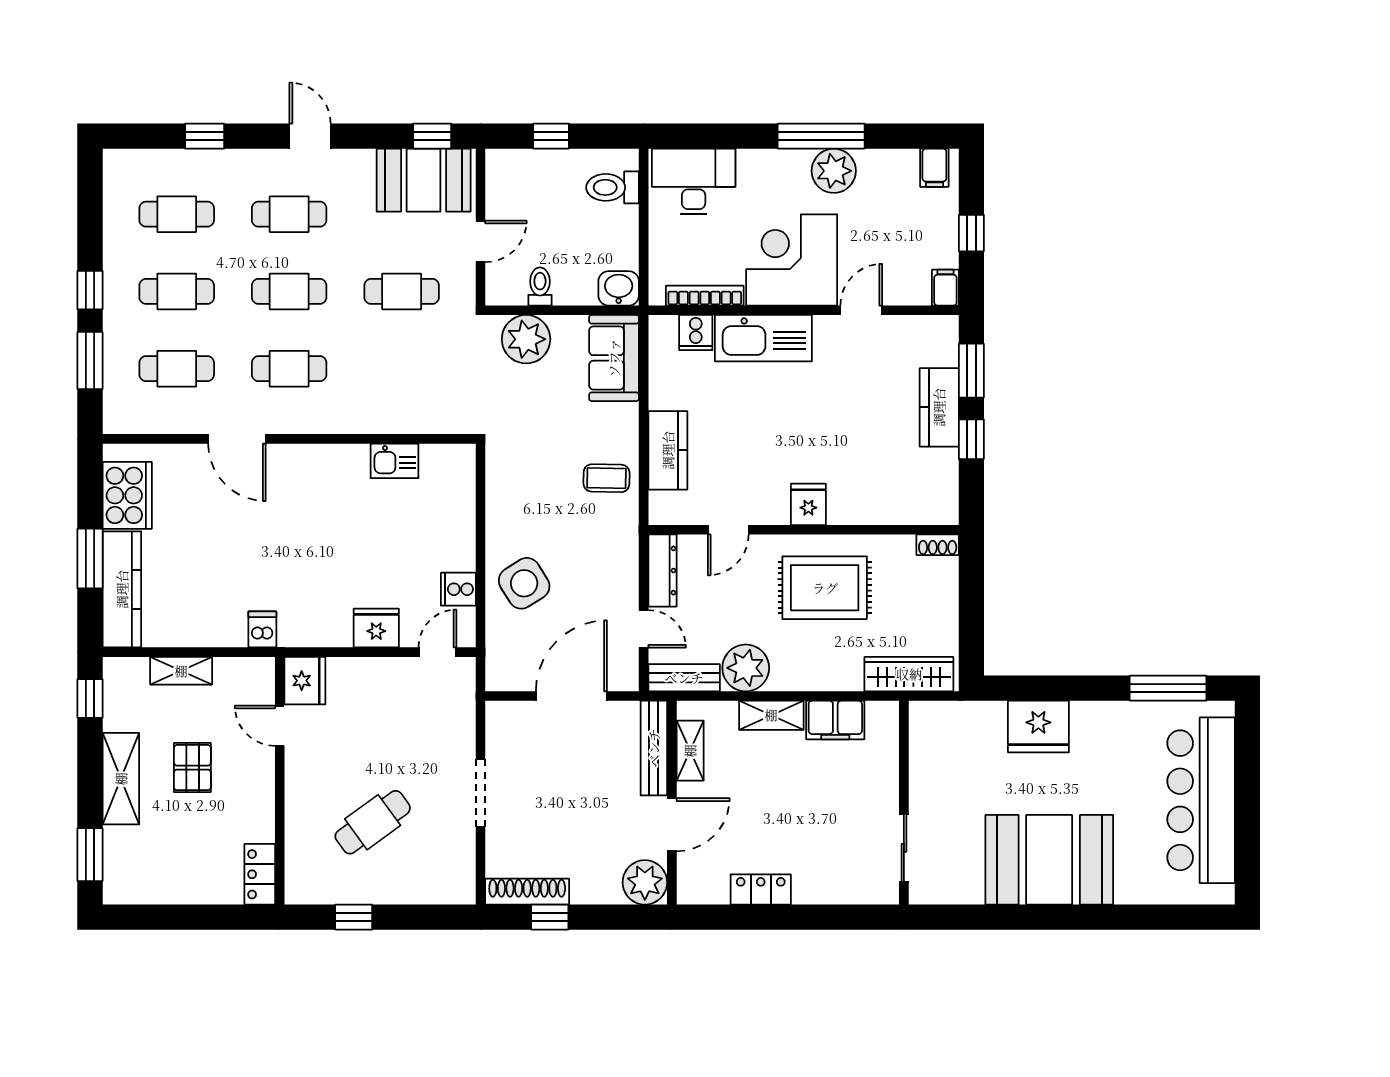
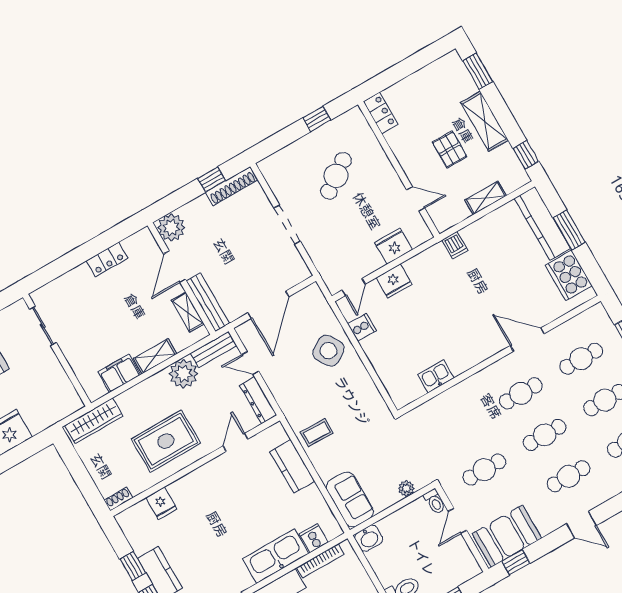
toilet: (540, 286) -> (435, 502), moved
plant: (526, 339) -> (406, 488), width x0.53, depth x0.53
fridge: (808, 504) -> (161, 503), moved
fridge: (305, 681) -> (393, 246), moved, turned 90

